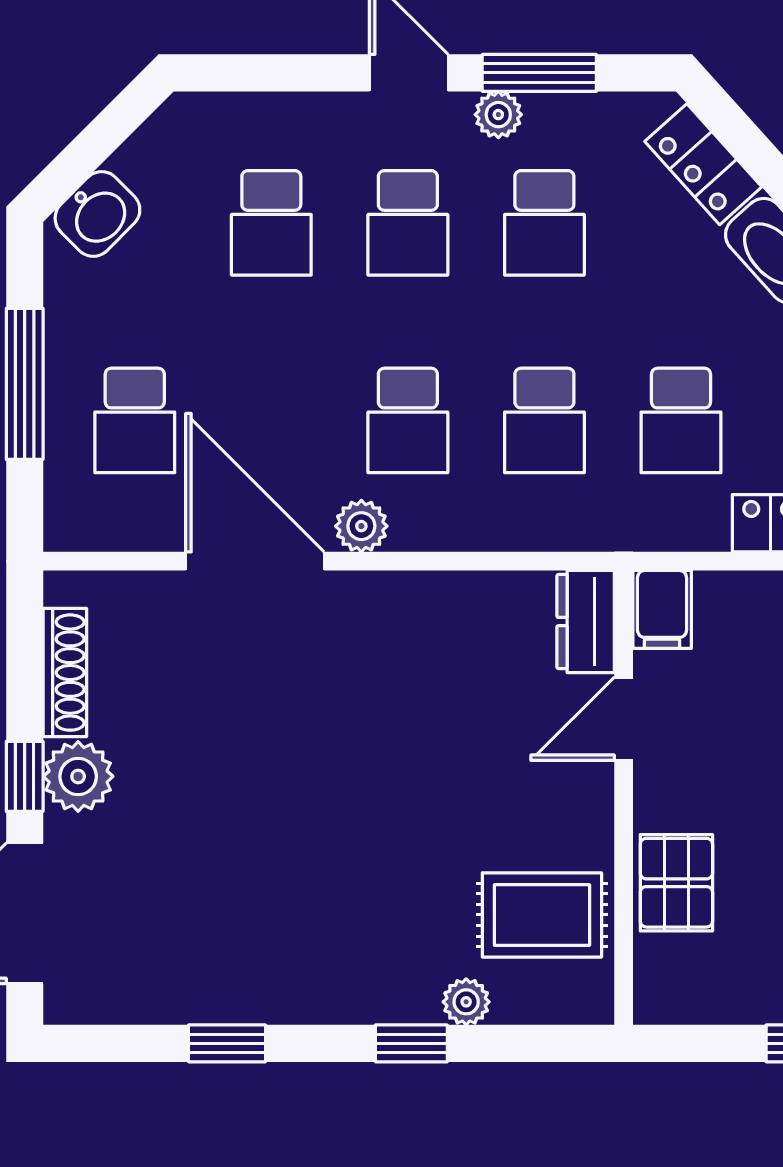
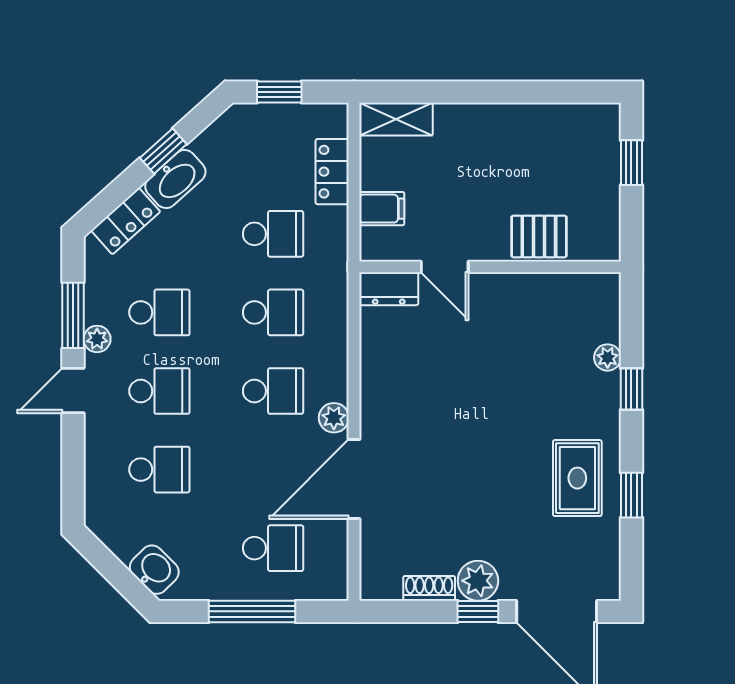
filing cabinet: (662, 609) -> (382, 209), moved
shoe rack: (65, 673) -> (429, 588), width x0.70
rug: (542, 915) -> (577, 478), moved

